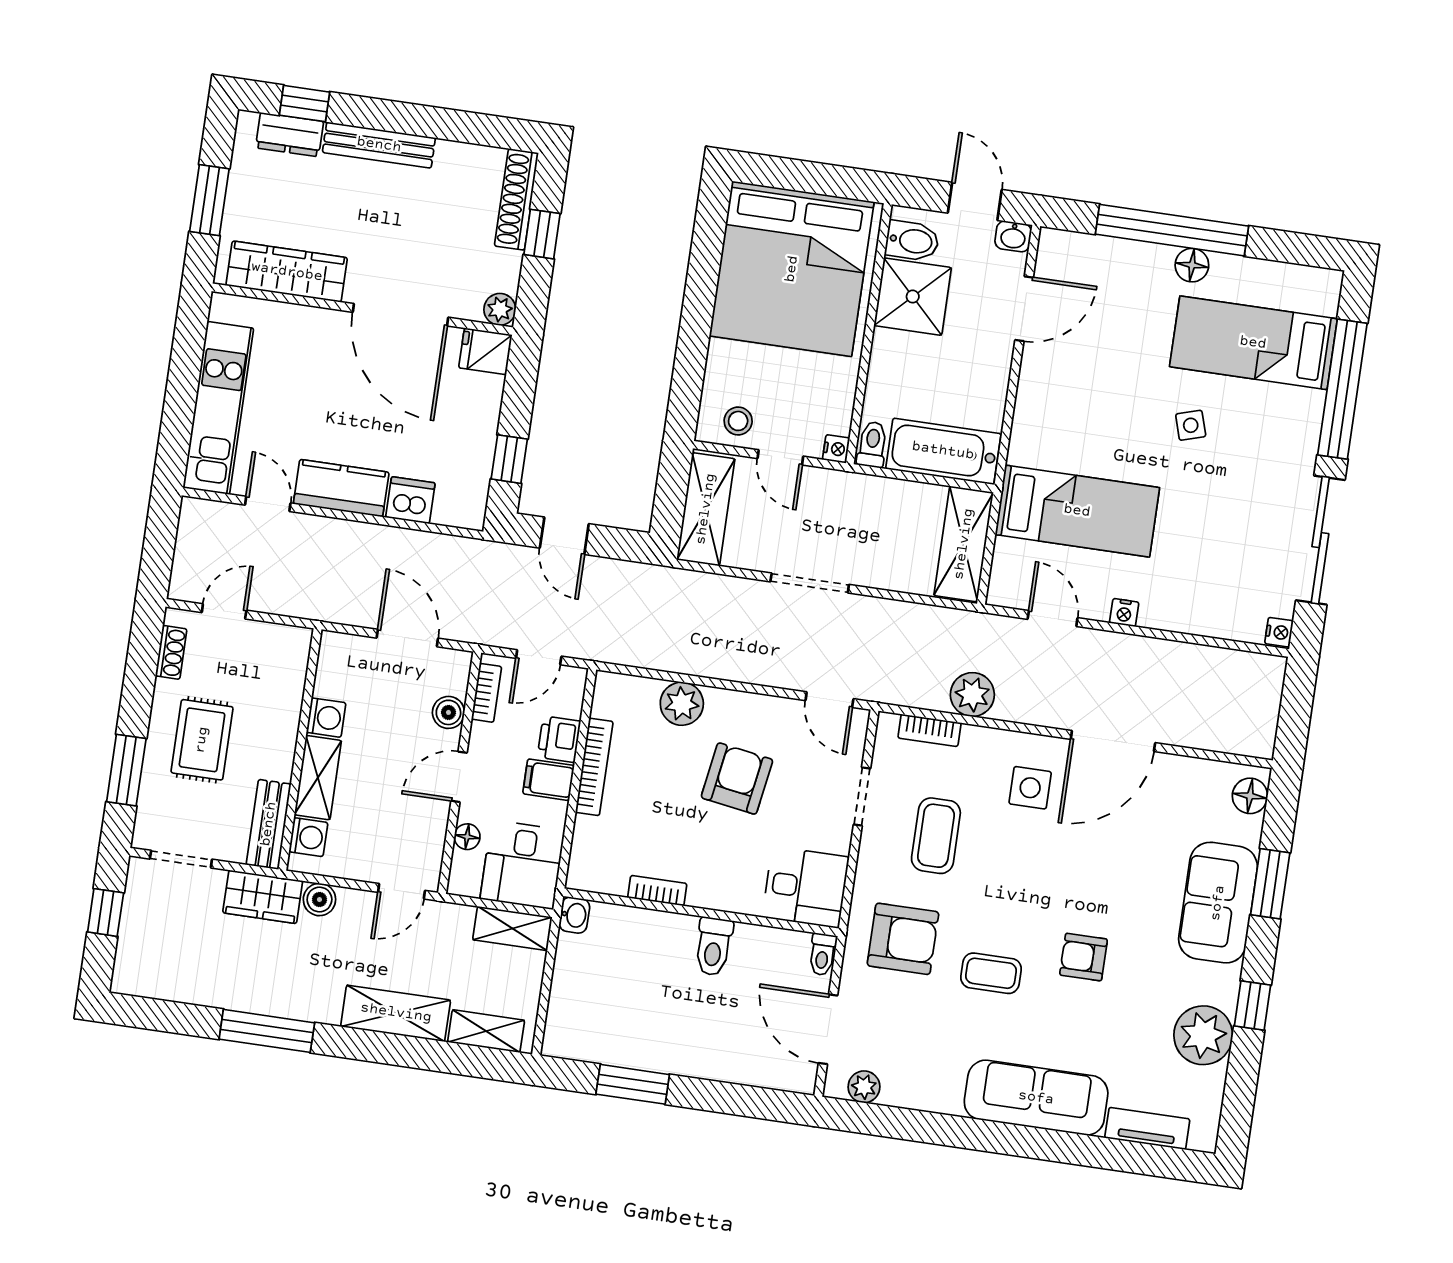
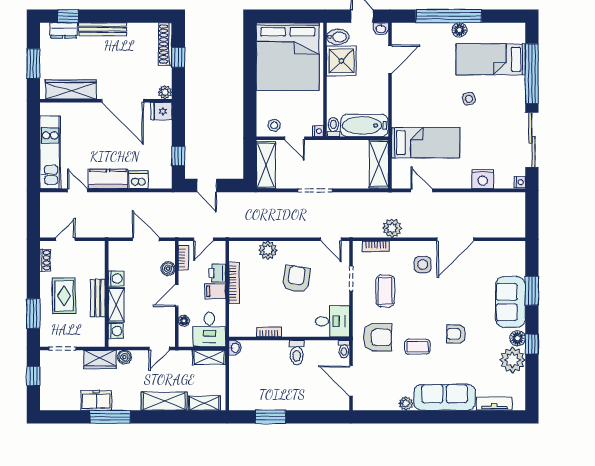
nightstand: (1124, 613) -> (483, 179), moved, width x1.89, depth x1.79
floor lamp: (1250, 796) -> (518, 338), moved
bench: (269, 824) -> (98, 298), moved
freezer: (241, 989) -> (96, 400), added
plant: (864, 1087) -> (406, 403), moved

